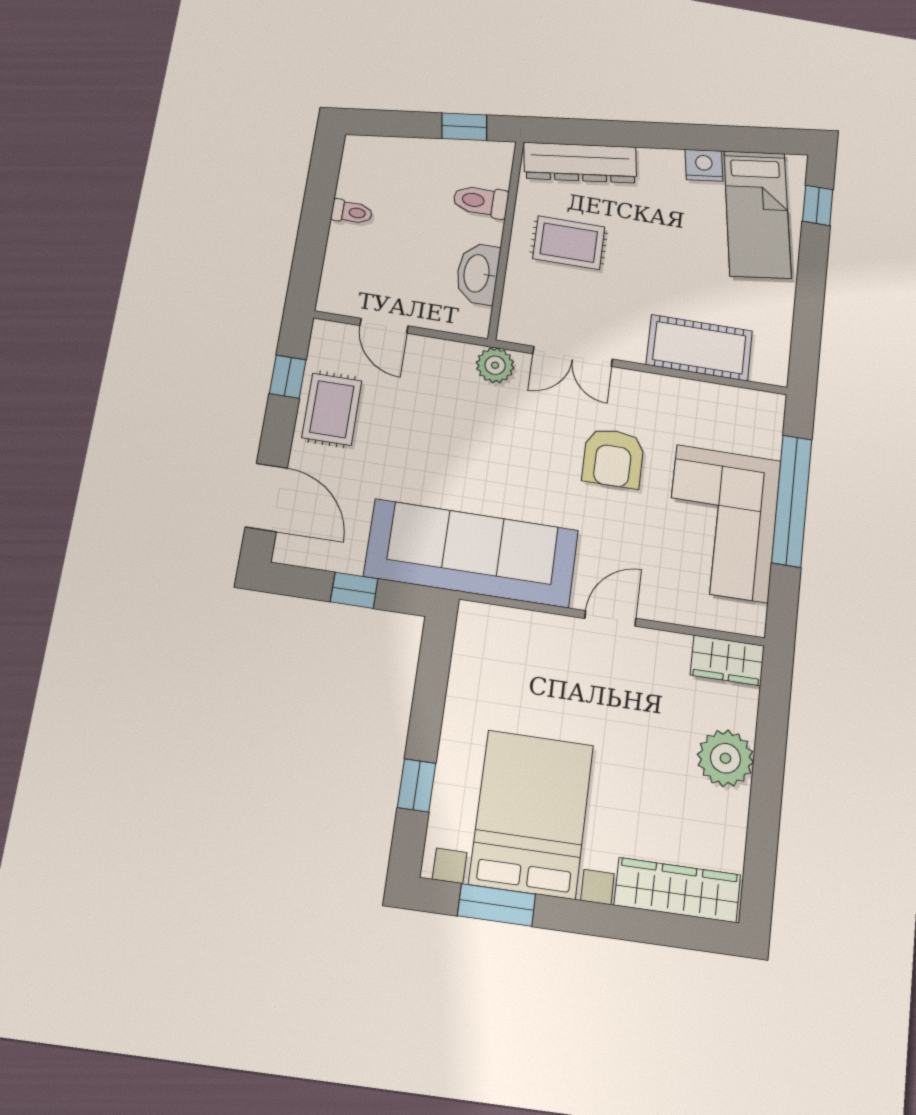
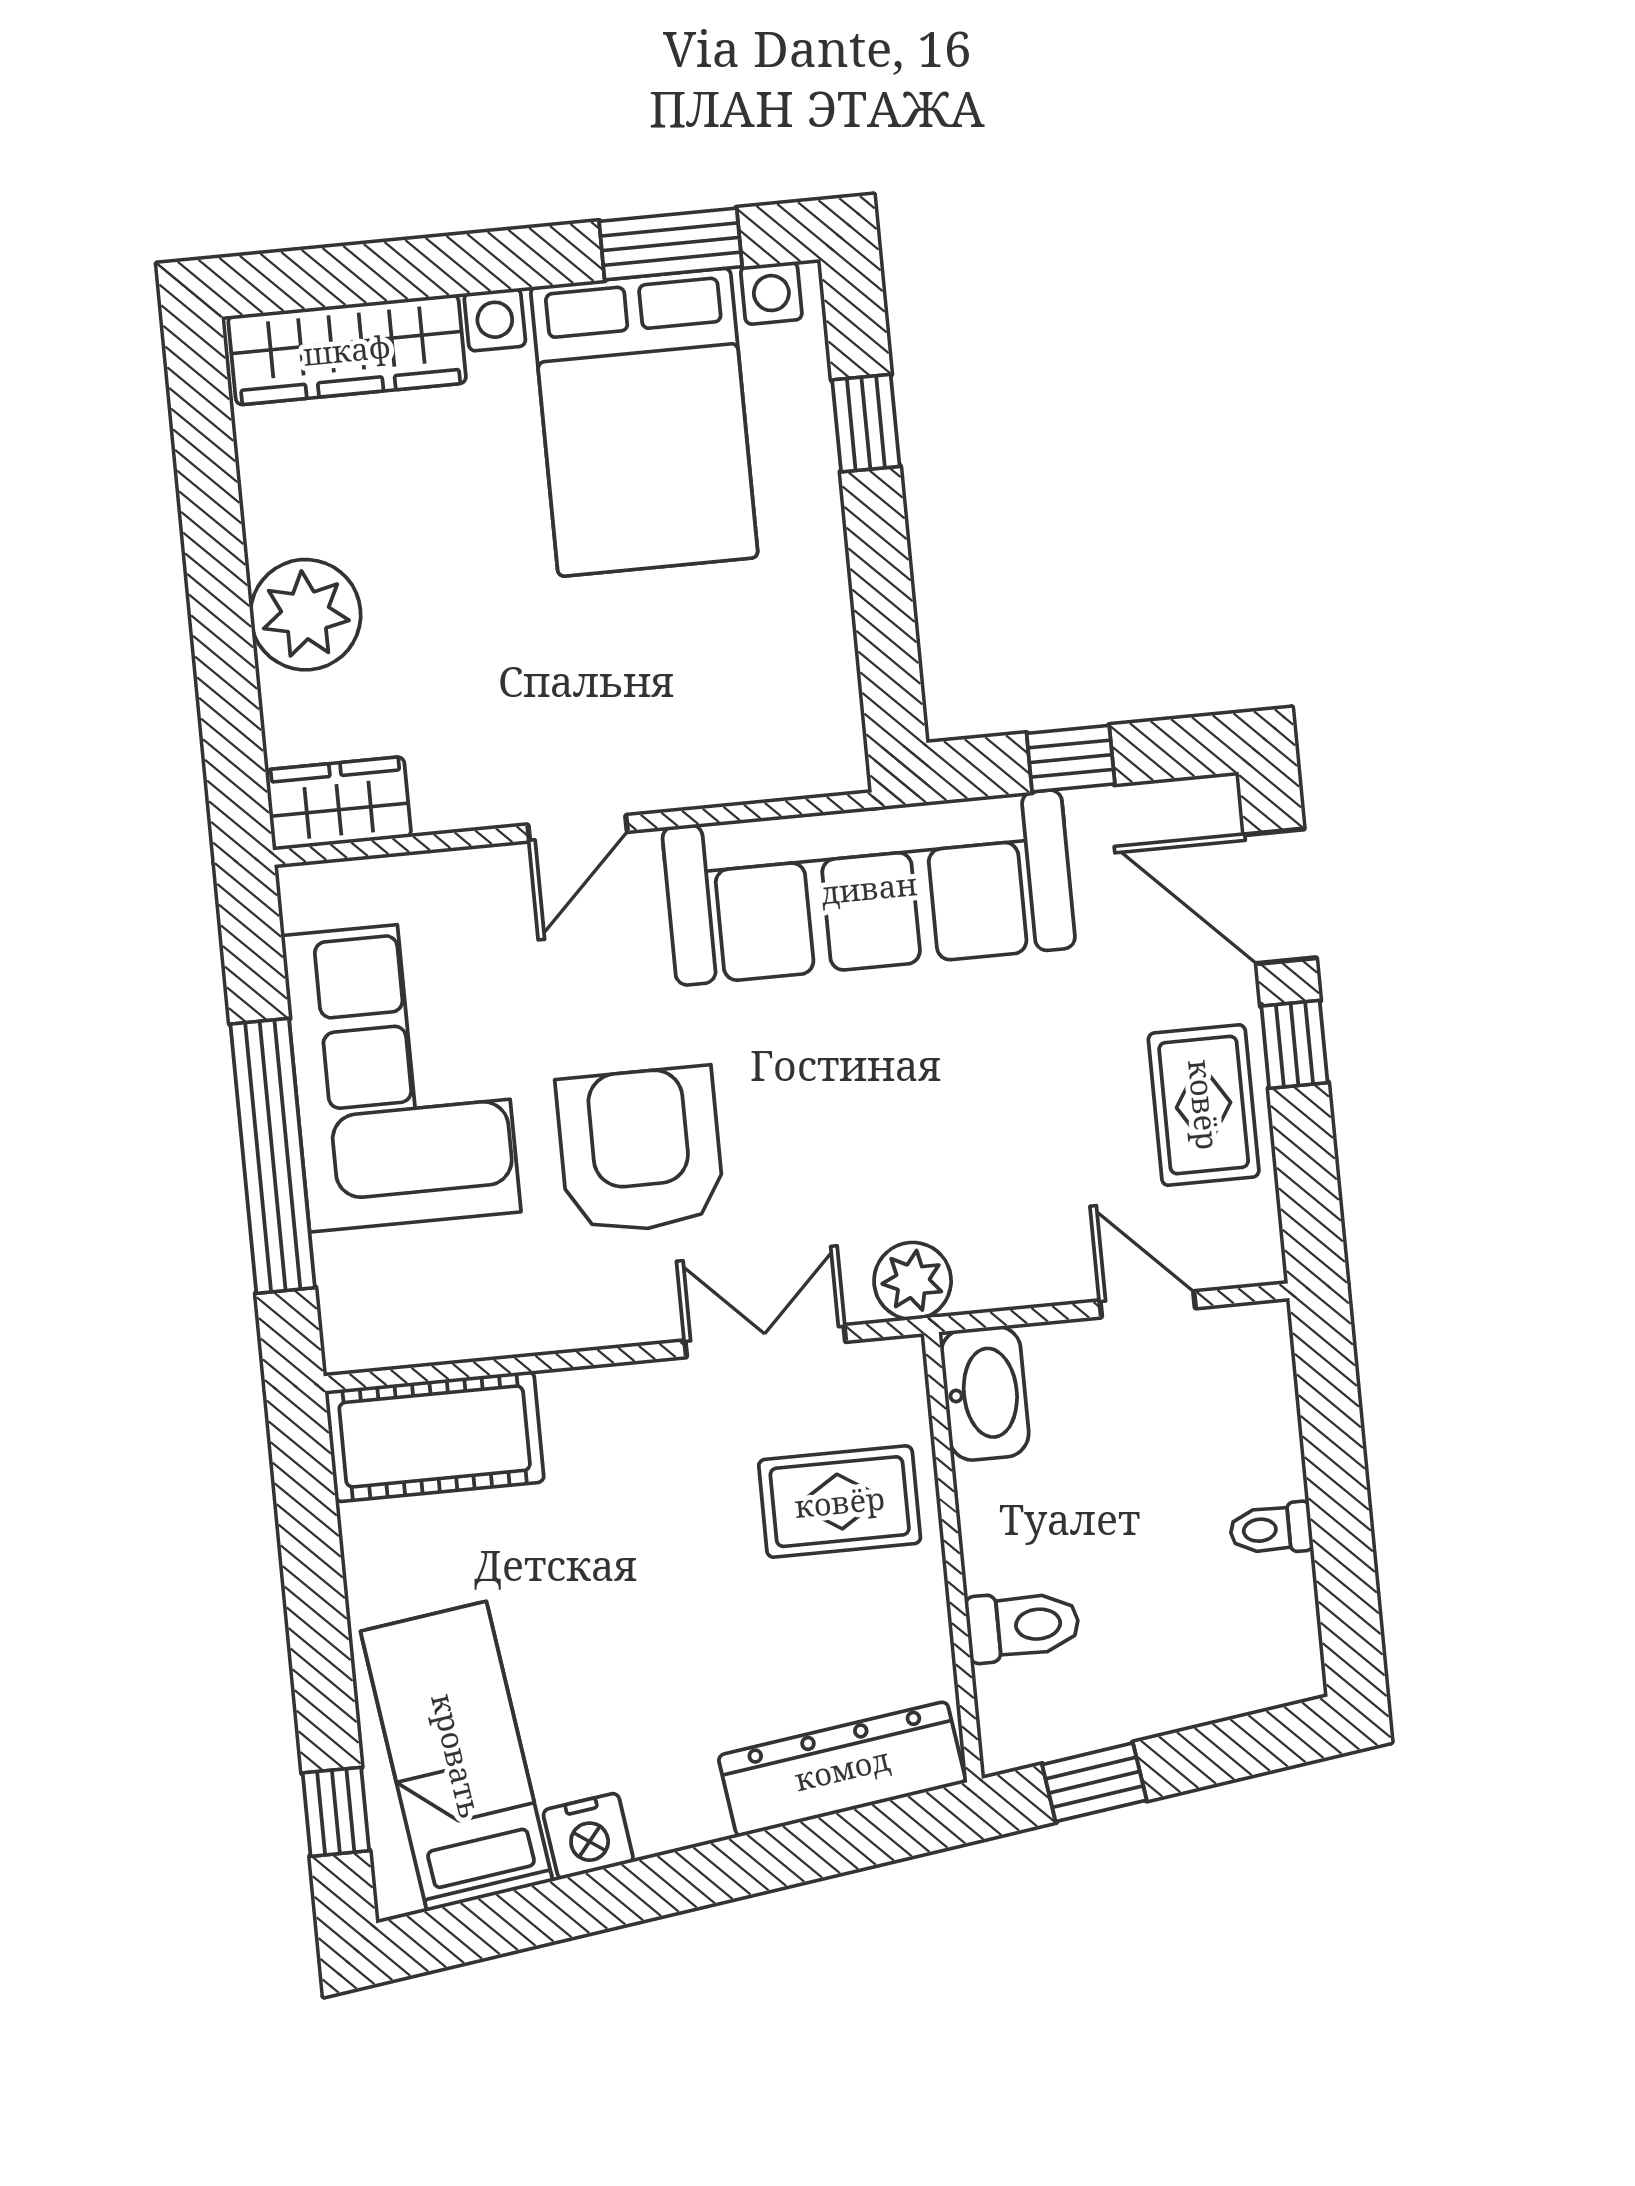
rug: (569, 243) -> (840, 1502), moved
washbasin: (478, 274) -> (985, 1393), moved
cot: (699, 348) -> (435, 1436), moved
window: (288, 377) -> (1294, 1044), moved
armchair: (613, 458) -> (640, 1150), width x1.36, depth x1.36

